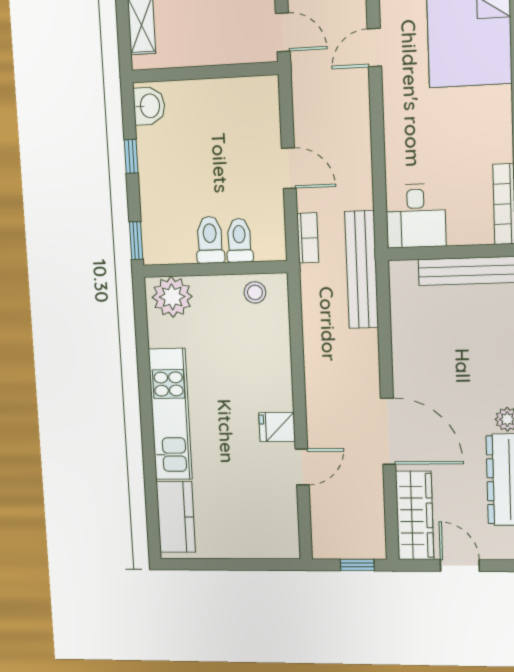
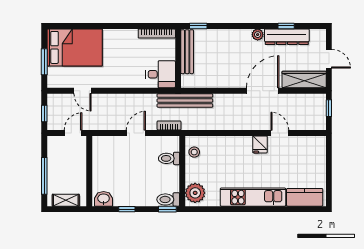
toilet: (210, 240) -> (168, 199), moved
door: (460, 565) -> (329, 59), swing flipped

